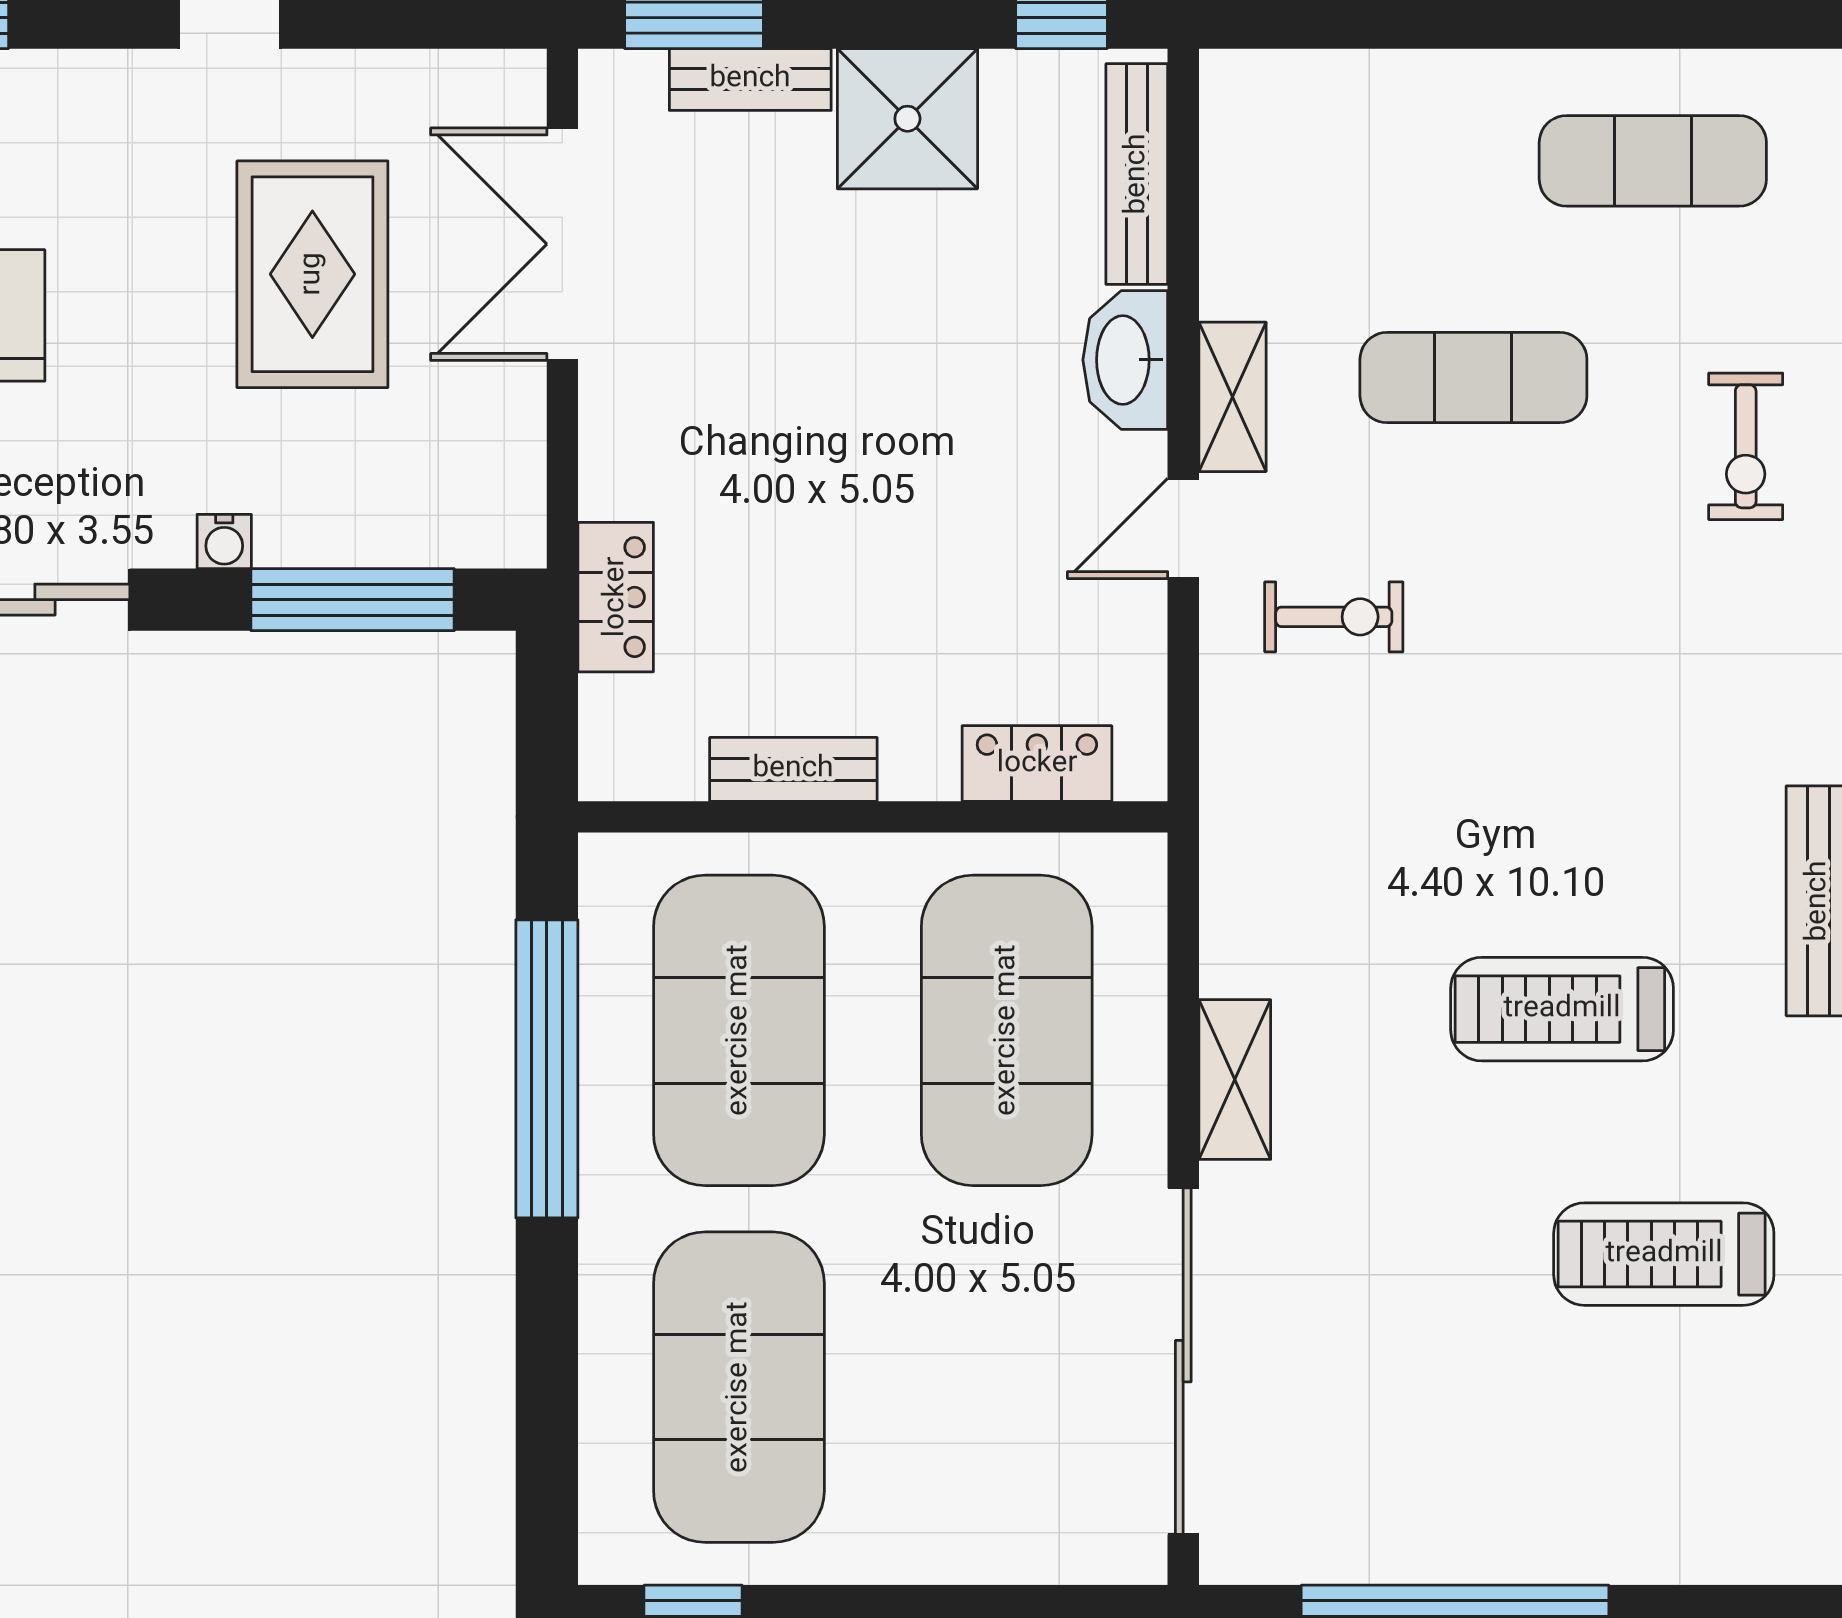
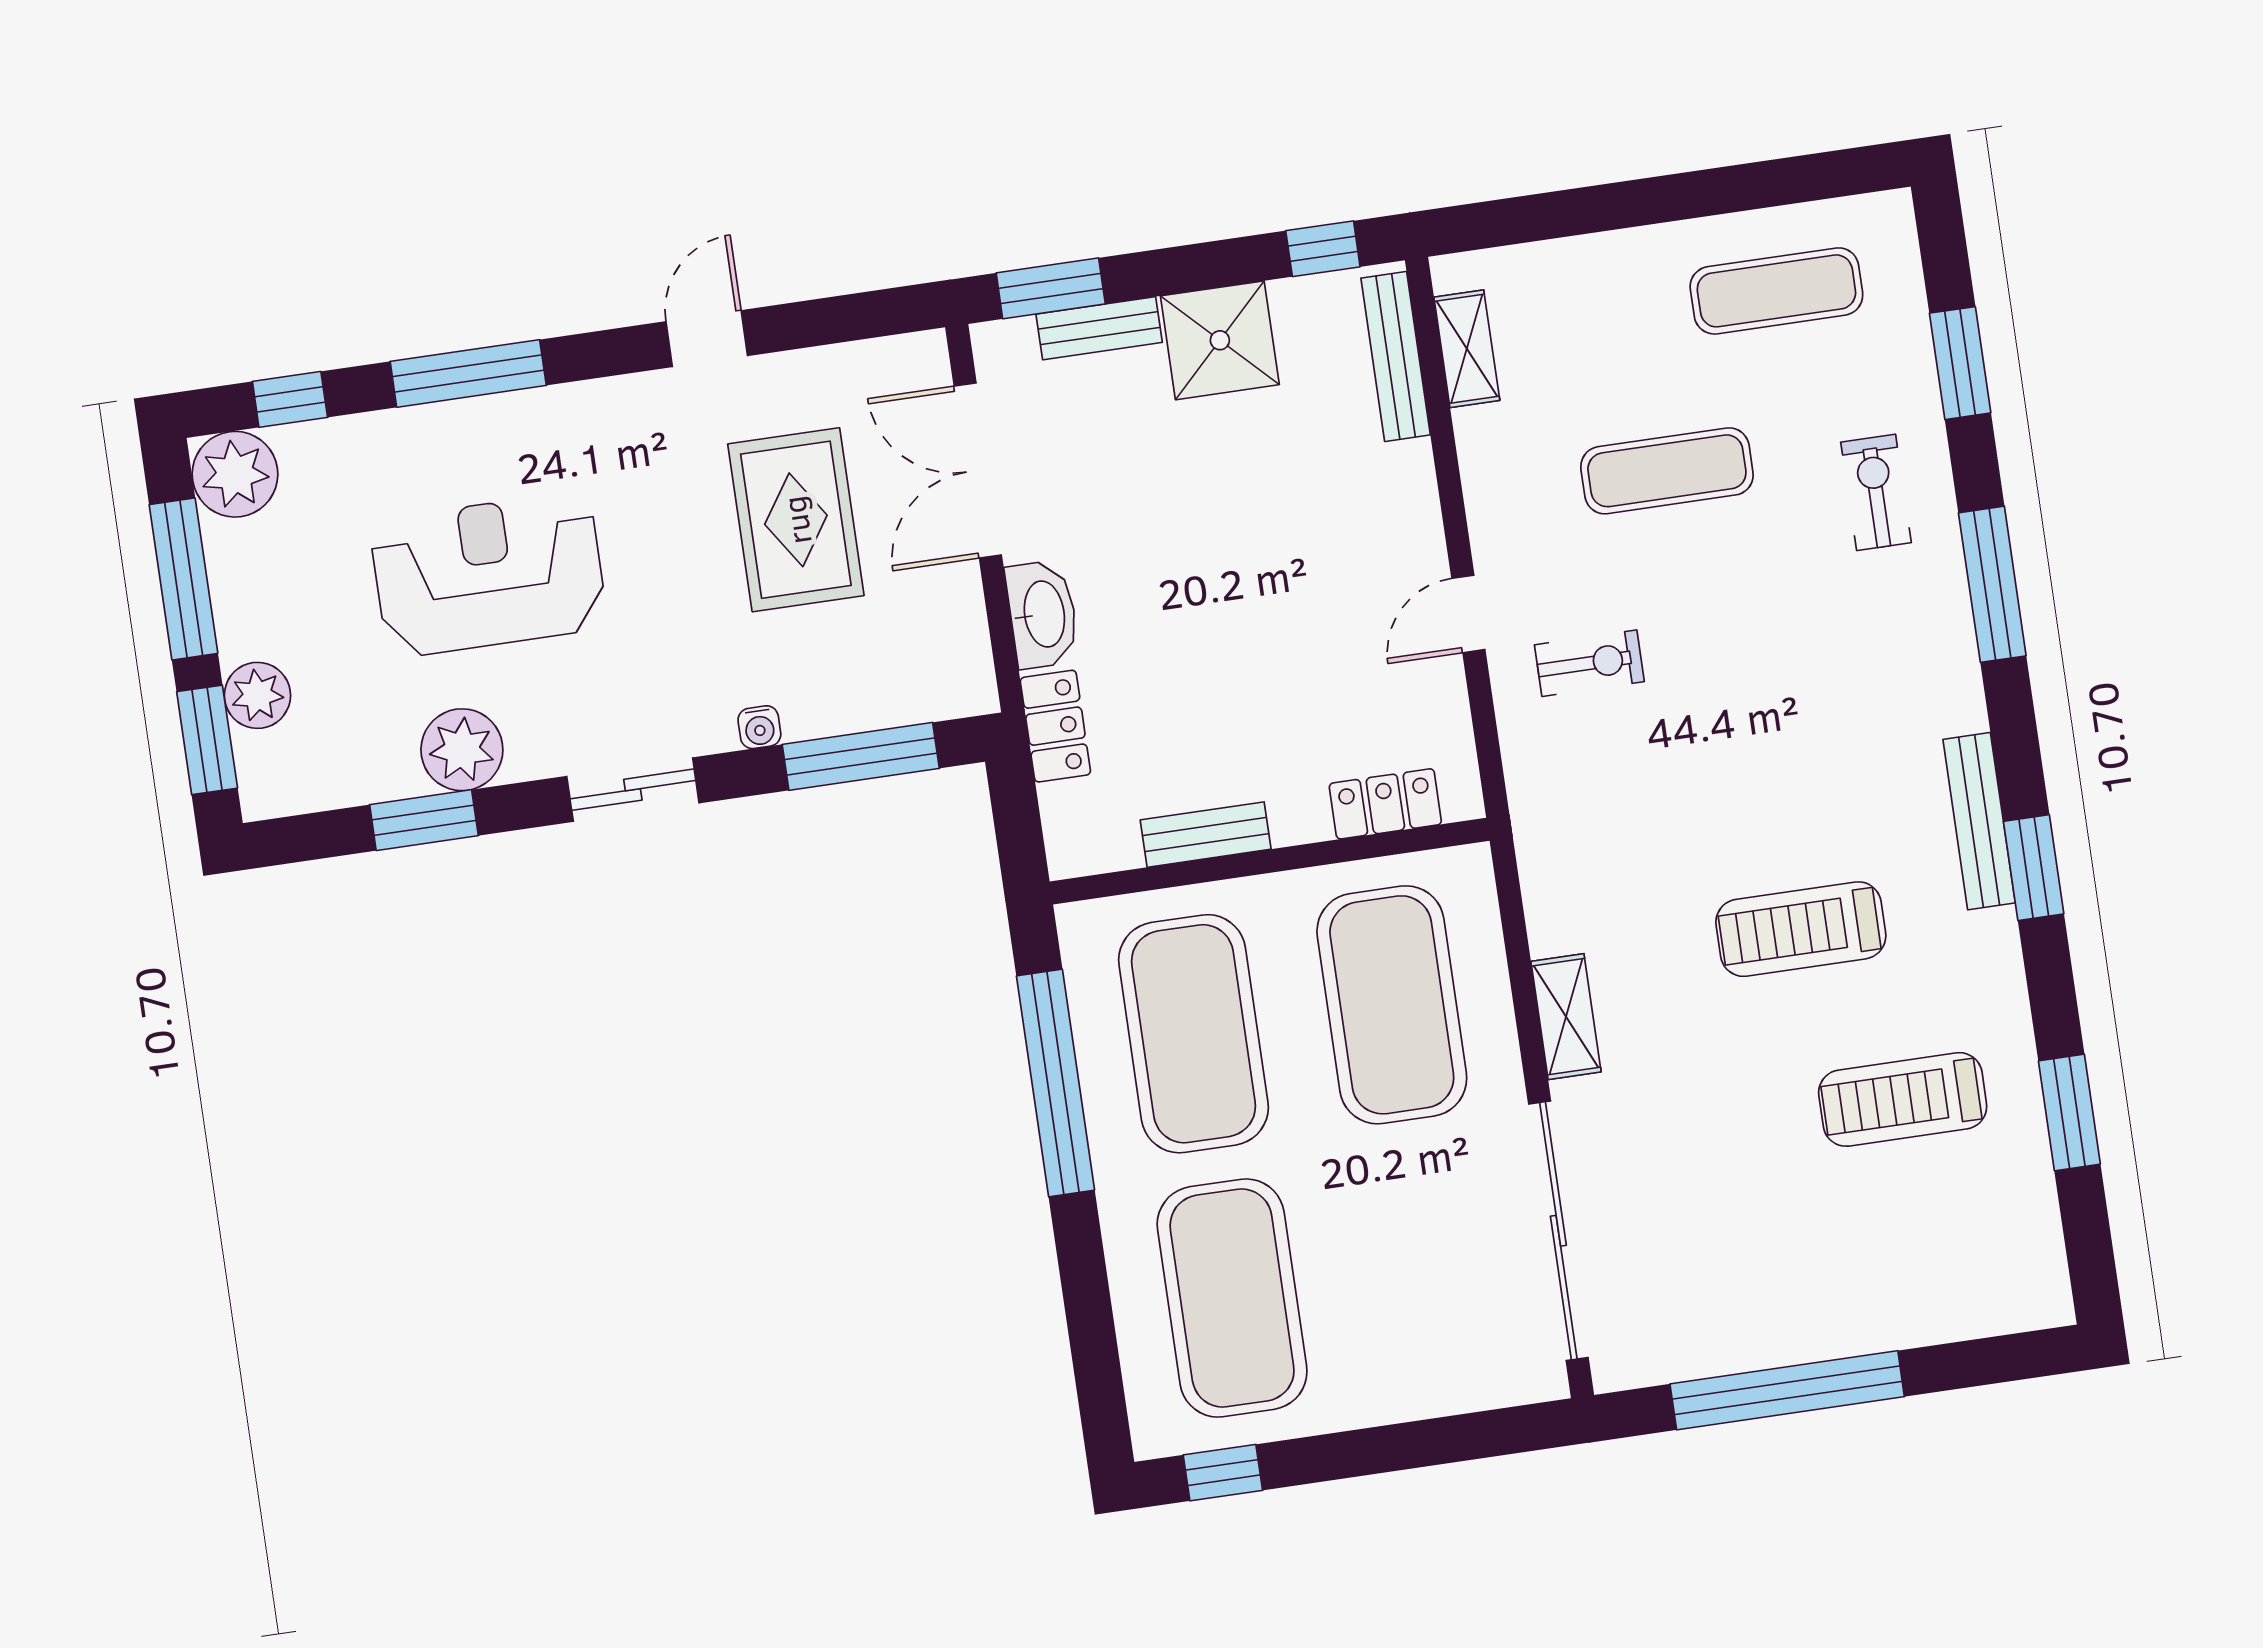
washbasin: (1125, 360) -> (1043, 614), moved, turned 180
shelving: (1232, 397) -> (1467, 349), moved
exercise bike: (1746, 446) -> (1876, 492), turned 180

